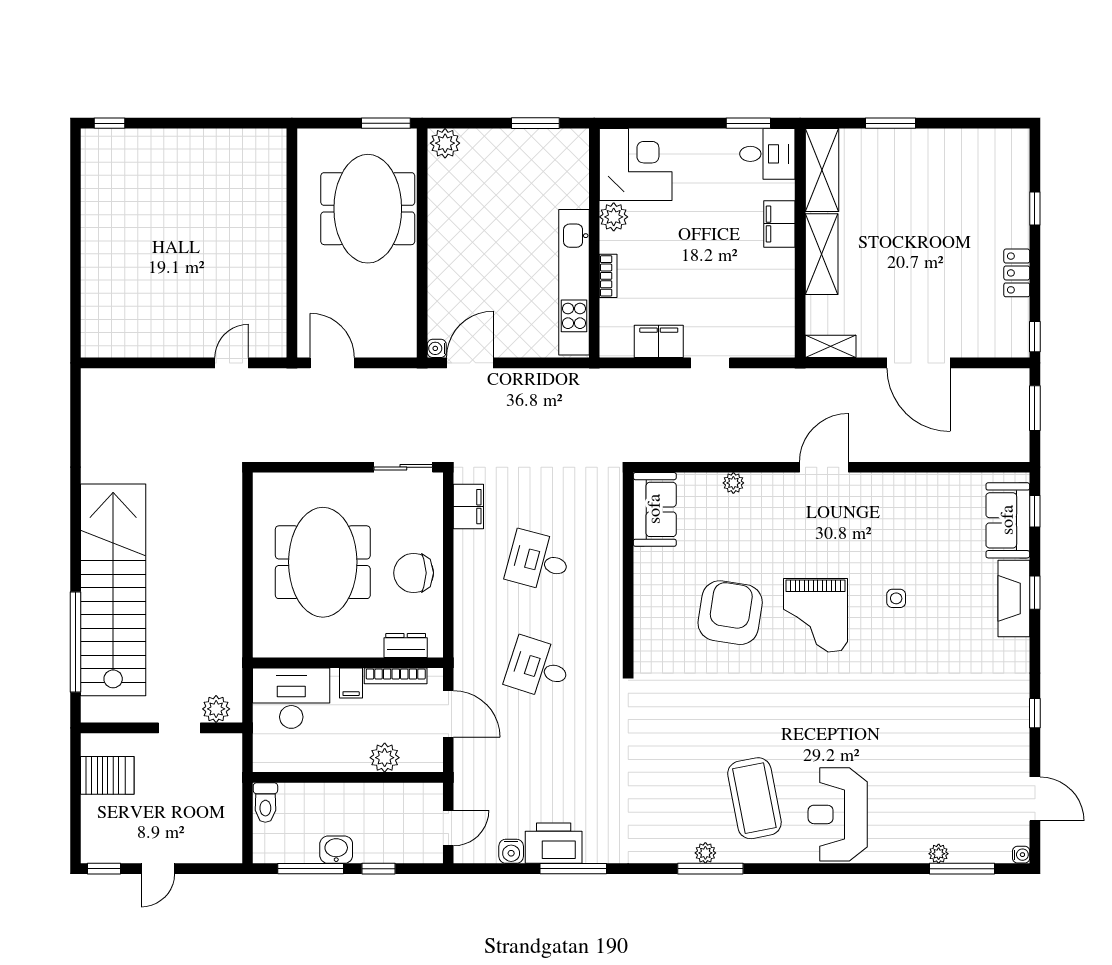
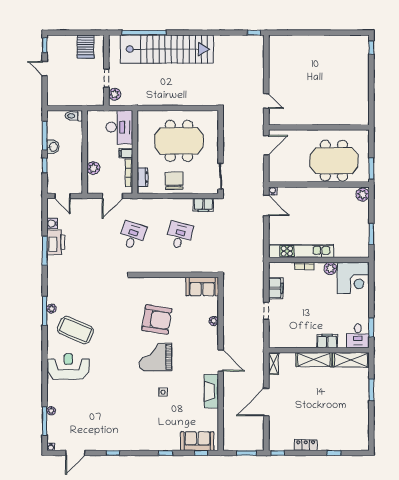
window: (75, 391) -> (254, 33), added
fireplace: (1014, 598) -> (211, 391), moved, turned -90
coffee table: (754, 798) -> (76, 330), turned 34

